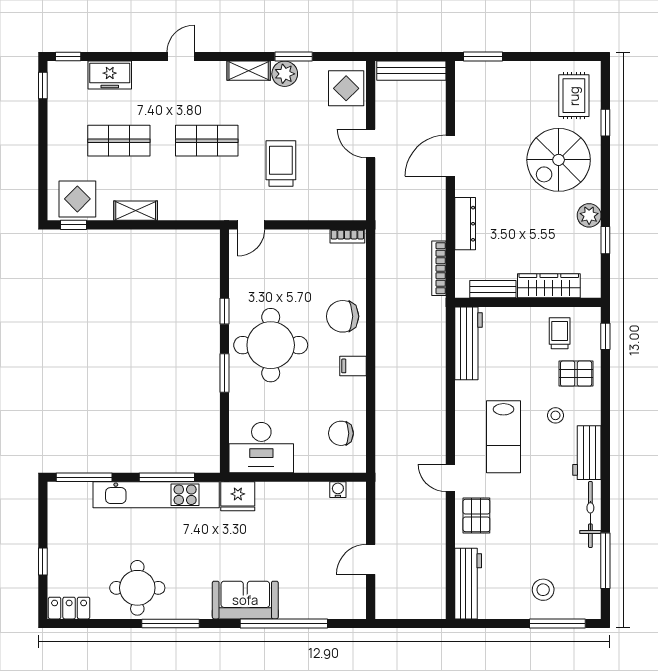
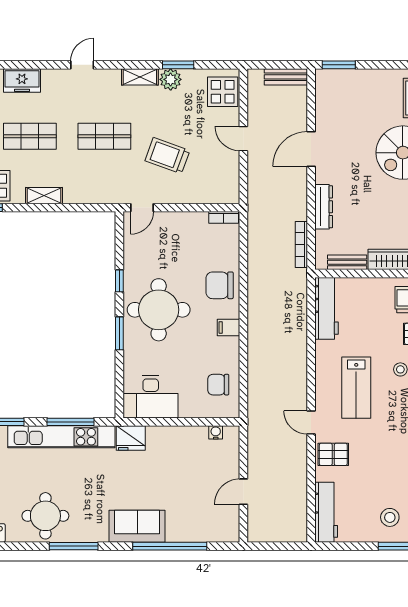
bench: (411, 71) -> (286, 77), width x0.73
trolley: (281, 163) -> (167, 156), turned -70
pallet: (476, 515) -> (333, 454), turned 90

